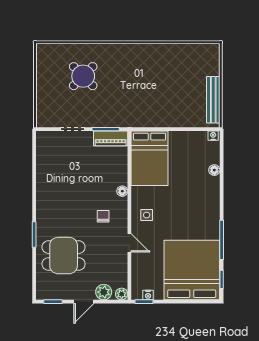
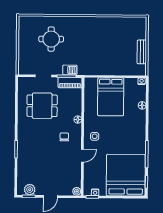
round table: (83, 76) -> (51, 39), turned 45
bench: (213, 100) -> (142, 52), width x0.73
barbecue: (110, 120) -> (70, 70), added
bed: (150, 158) -> (111, 97), moved
door: (129, 243) -> (82, 156), hinge flipped
dining table: (64, 256) -> (42, 106), moved
plant: (104, 292) -> (30, 190), moved

